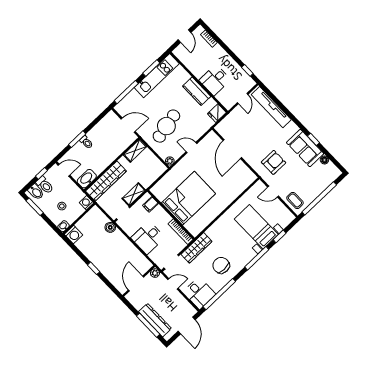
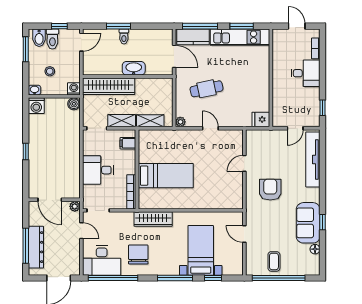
door: (185, 36) -> (297, 26), swing flipped
desk: (215, 80) -> (306, 73), moved, turned 180
kitchen counter: (197, 91) -> (193, 37), moved, turned -90
cafe table: (166, 126) -> (207, 89), width x0.73, depth x0.74
door: (232, 149) -> (244, 163), width x0.53
shelving: (135, 151) -> (150, 121), moved
armchair: (274, 162) -> (270, 190), moved, turned -90
door: (64, 170) -> (81, 42), hinge flipped
washbasin: (87, 179) -> (134, 68), moved
bed: (188, 198) -> (166, 176), width x0.67
coffee table: (295, 200) -> (274, 261), moved
boiler: (110, 227) -> (74, 104), moved
wardrobe: (196, 248) -> (153, 219), moved
door: (136, 284) -> (50, 200), swing flipped
desk: (199, 293) -> (102, 260), width x1.37

